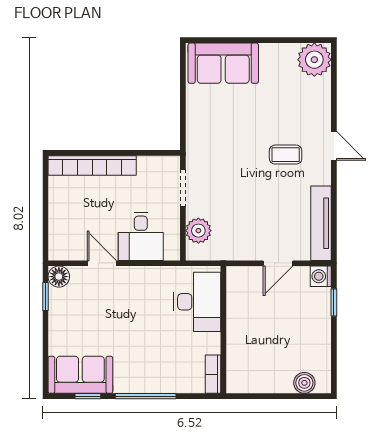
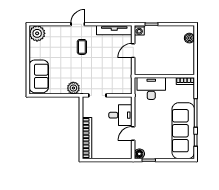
plant: (198, 231) -> (73, 88), moved
door: (278, 263) -> (133, 51), swing flipped
sofa: (80, 375) -> (183, 131), width x1.85, depth x1.27

